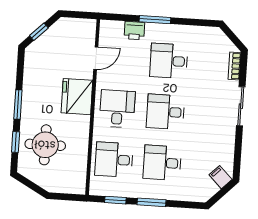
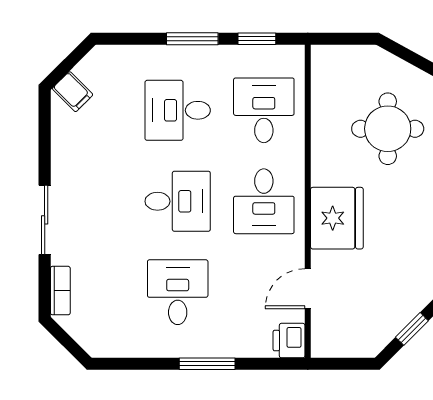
printer: (134, 31) -> (289, 341), moved, turned -90
desk: (169, 61) -> (178, 292), turned -90
desk: (114, 160) -> (264, 110), turned -90
desk: (162, 163) -> (178, 110), turned 180

